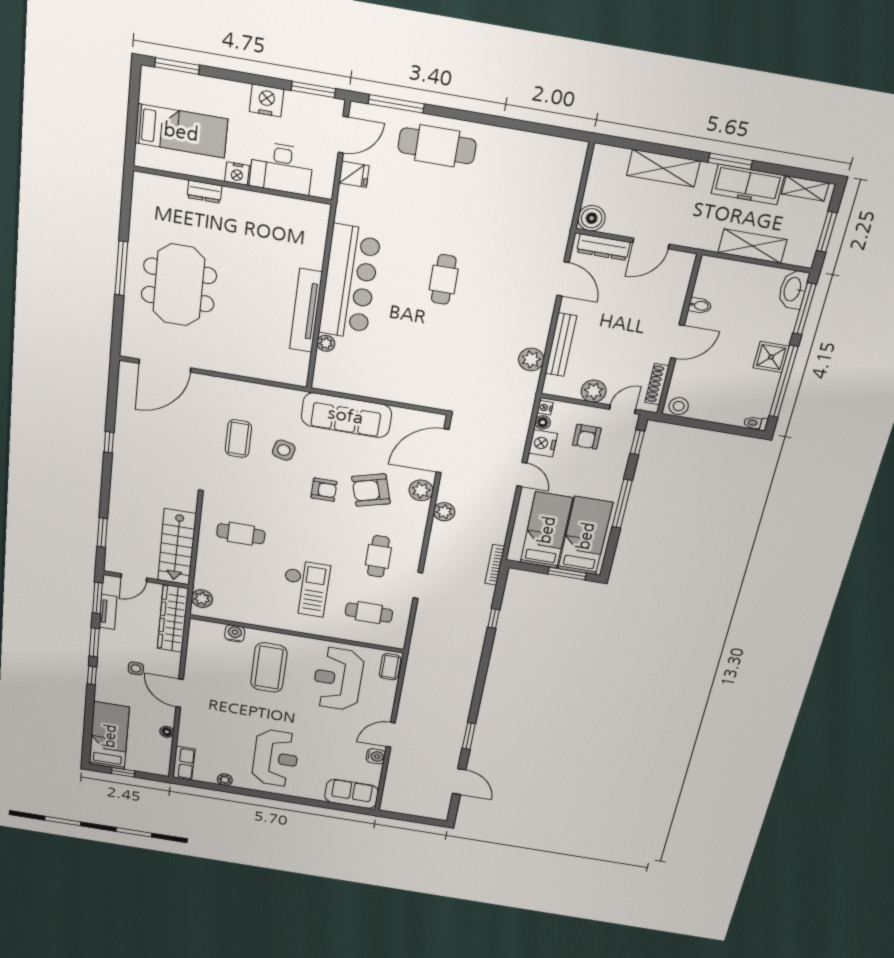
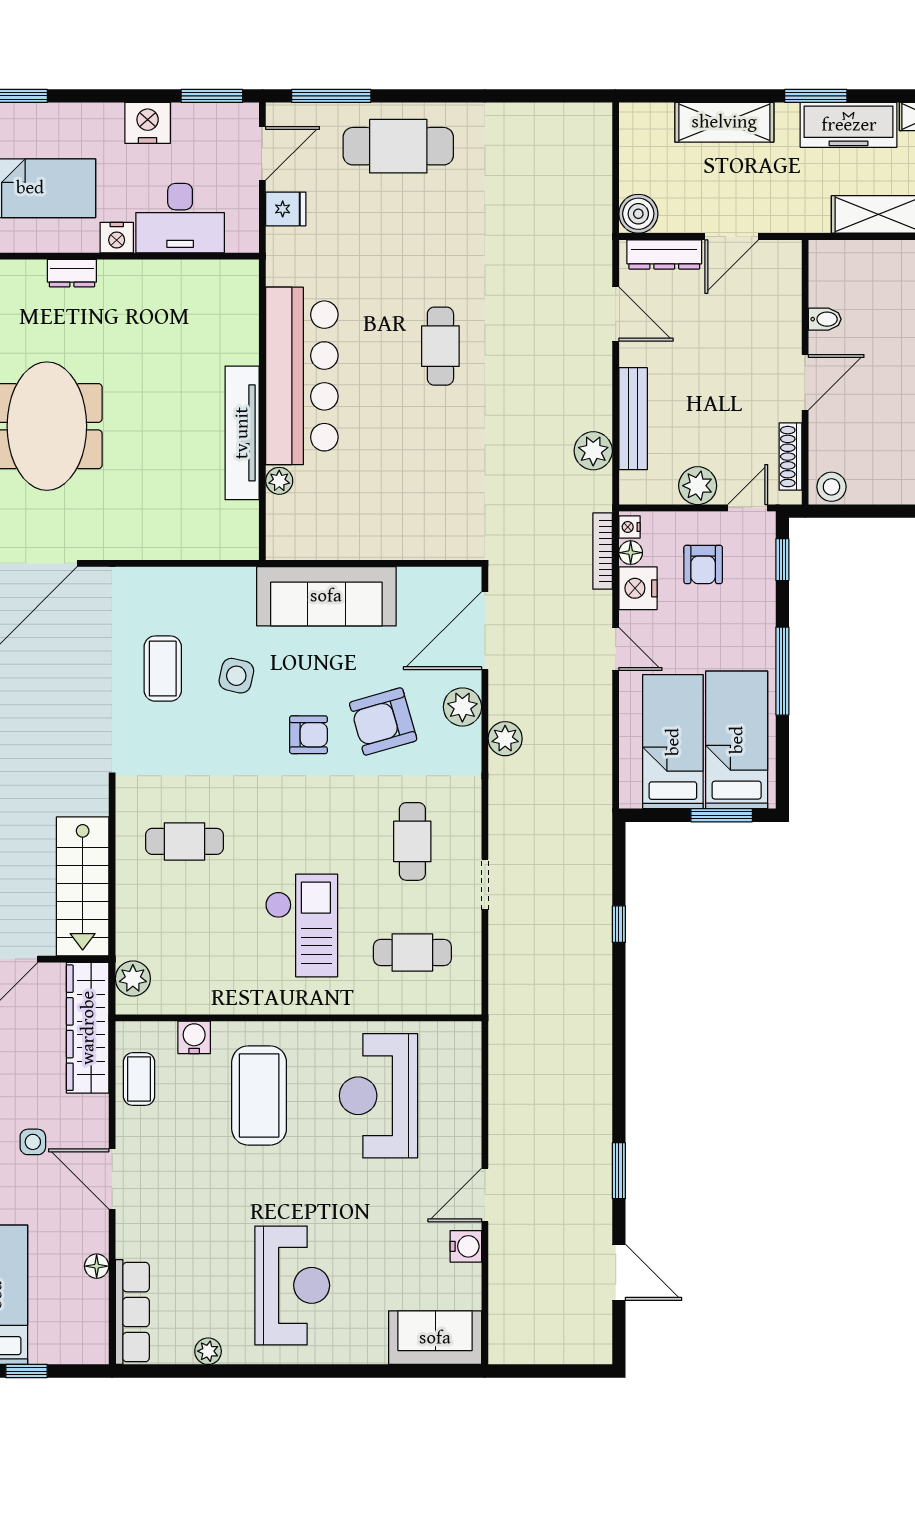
bookcase: (495, 565) -> (603, 551), moved
coffee table: (390, 667) -> (139, 1079), moved
row of seats: (184, 763) -> (132, 1312), width x1.48

